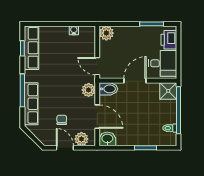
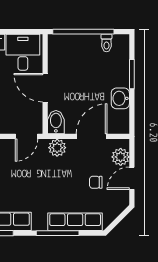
shower: (168, 91) -> (58, 45), removed
washbasin: (107, 139) -> (120, 98), moved

